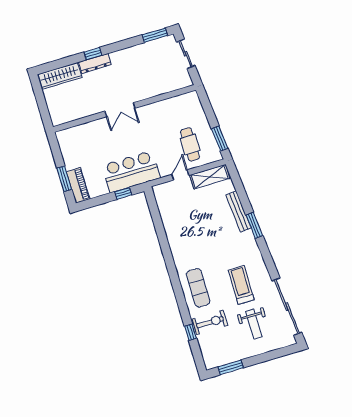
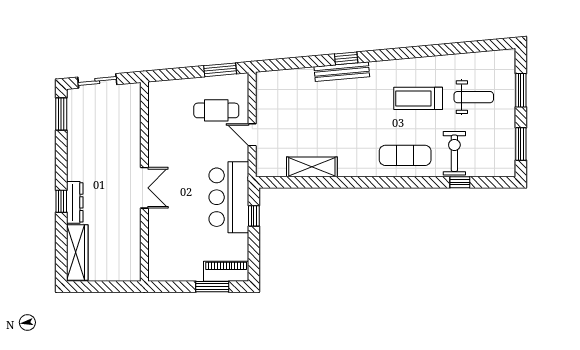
shelving: (210, 177) -> (312, 167), moved, turned 90
bench: (239, 211) -> (342, 72), moved
window: (254, 225) -> (346, 58), width x0.67
sliding door: (287, 307) -> (464, 48), removed
window: (269, 356) -> (521, 90), added

